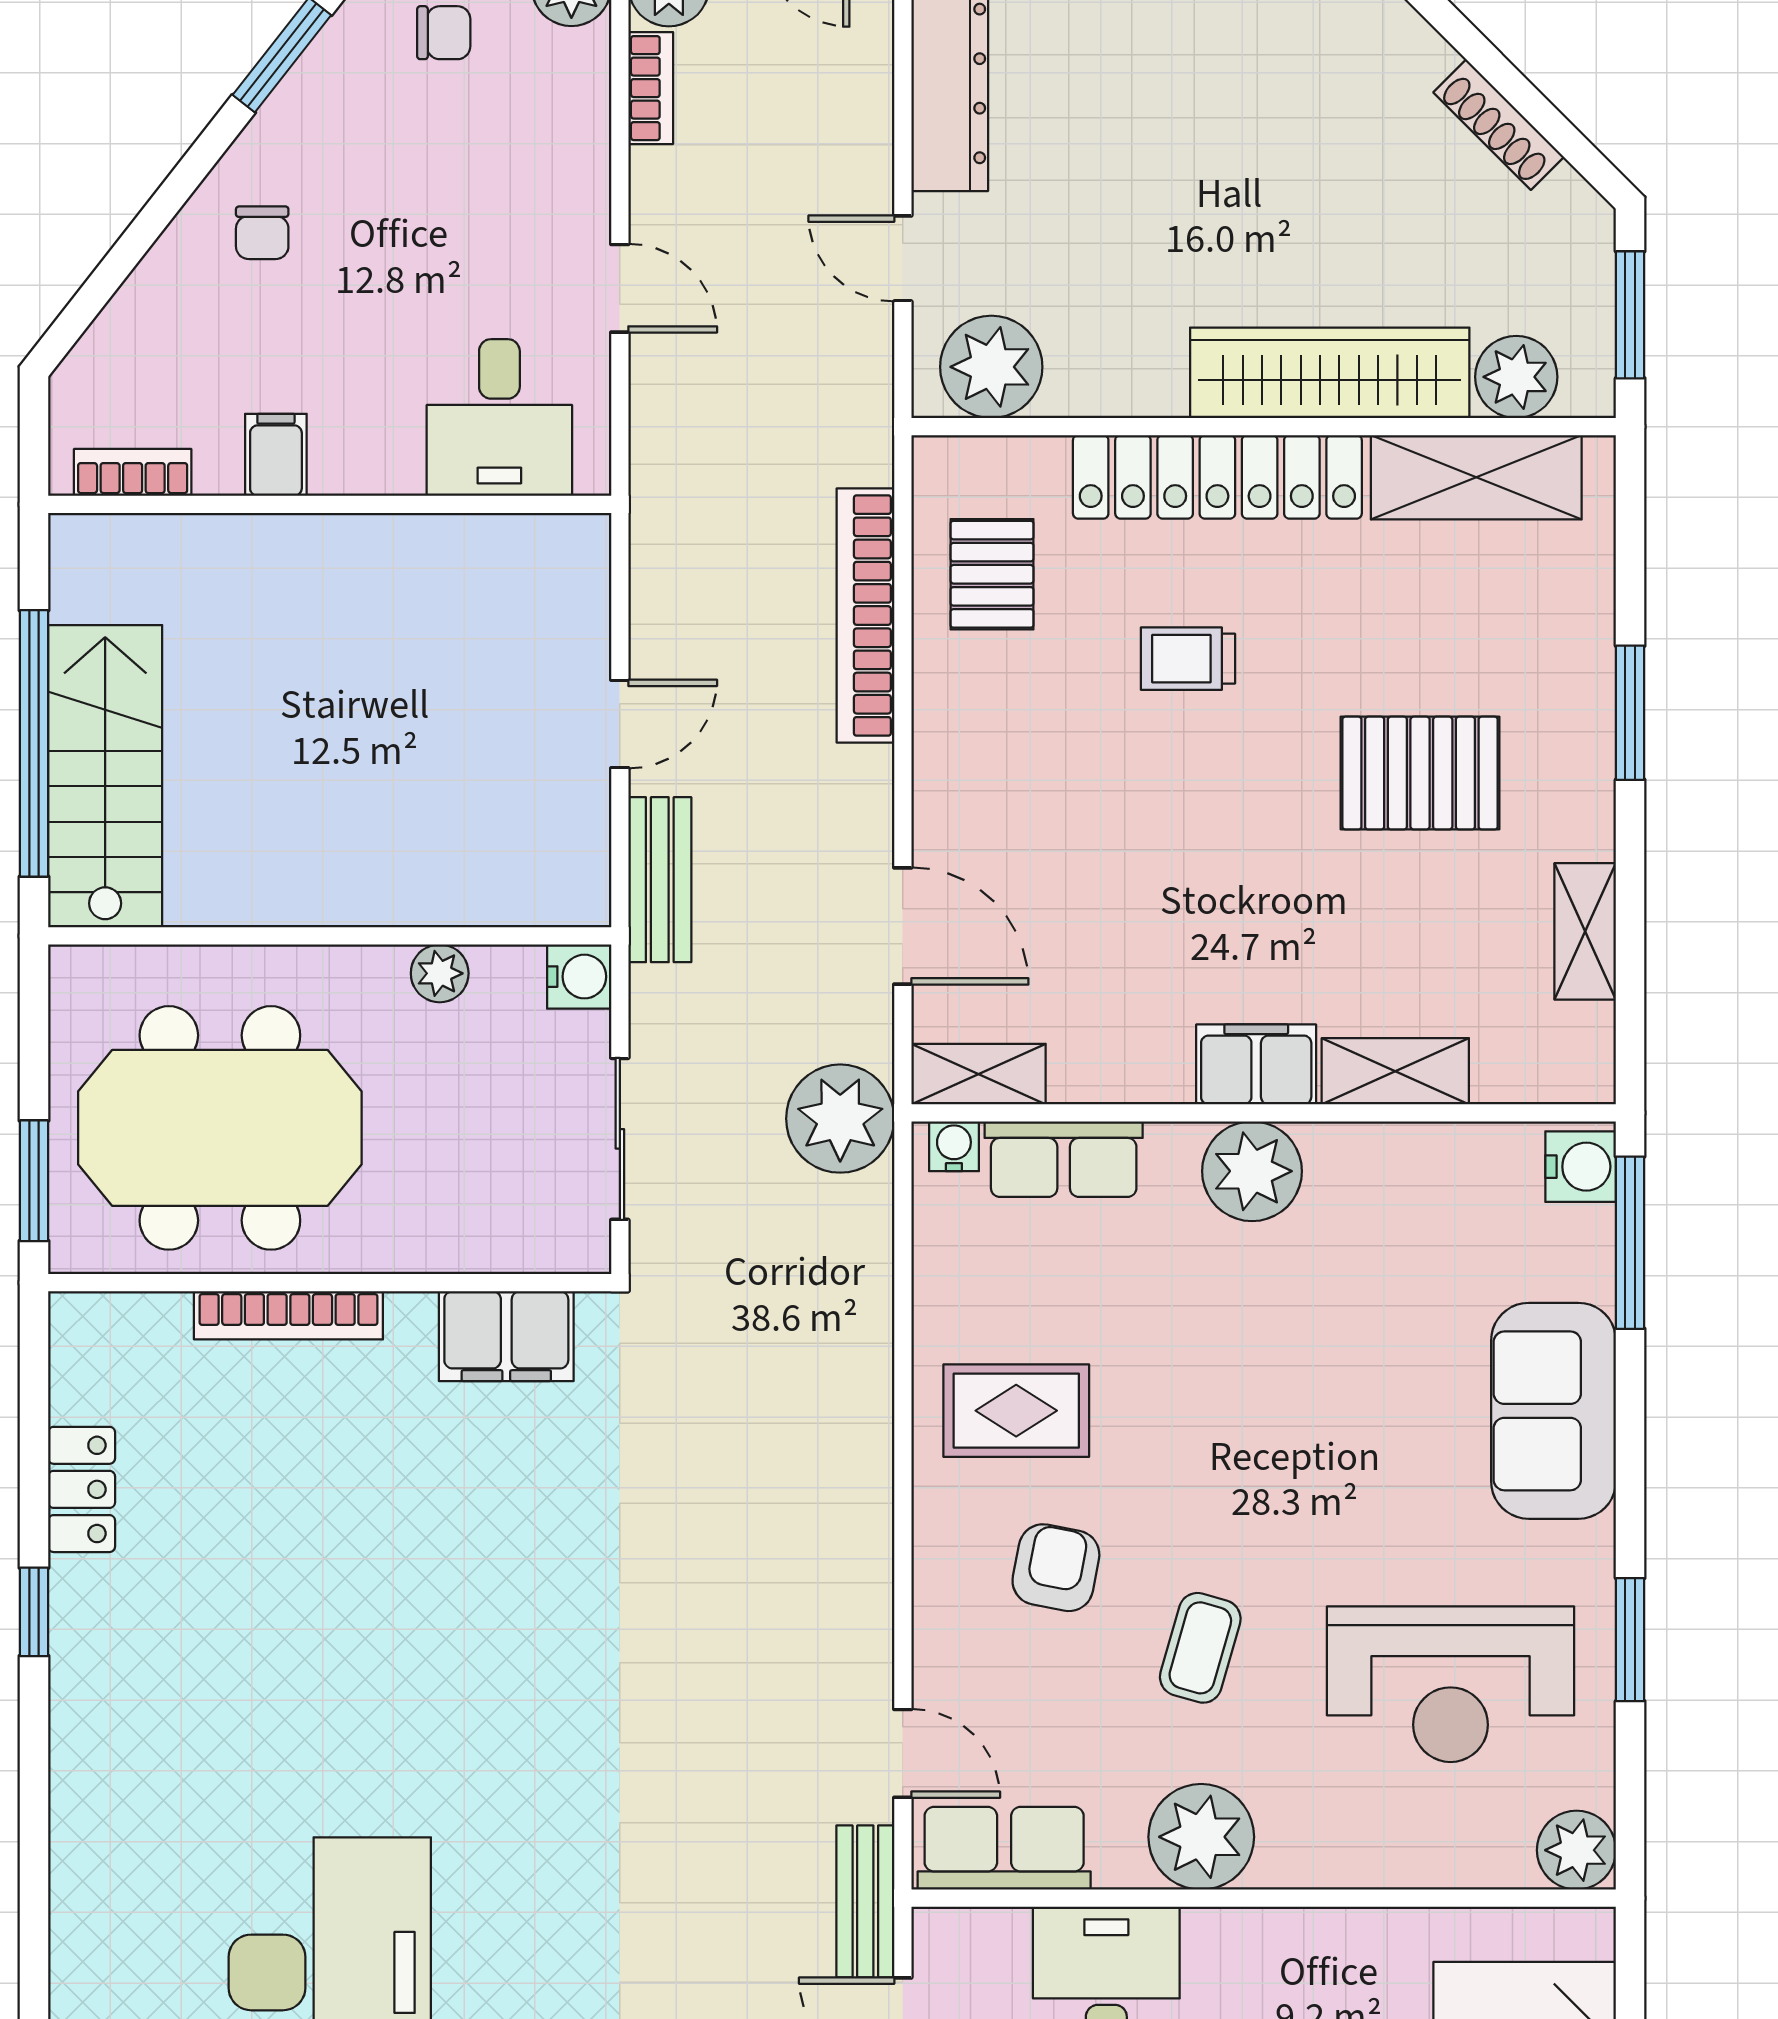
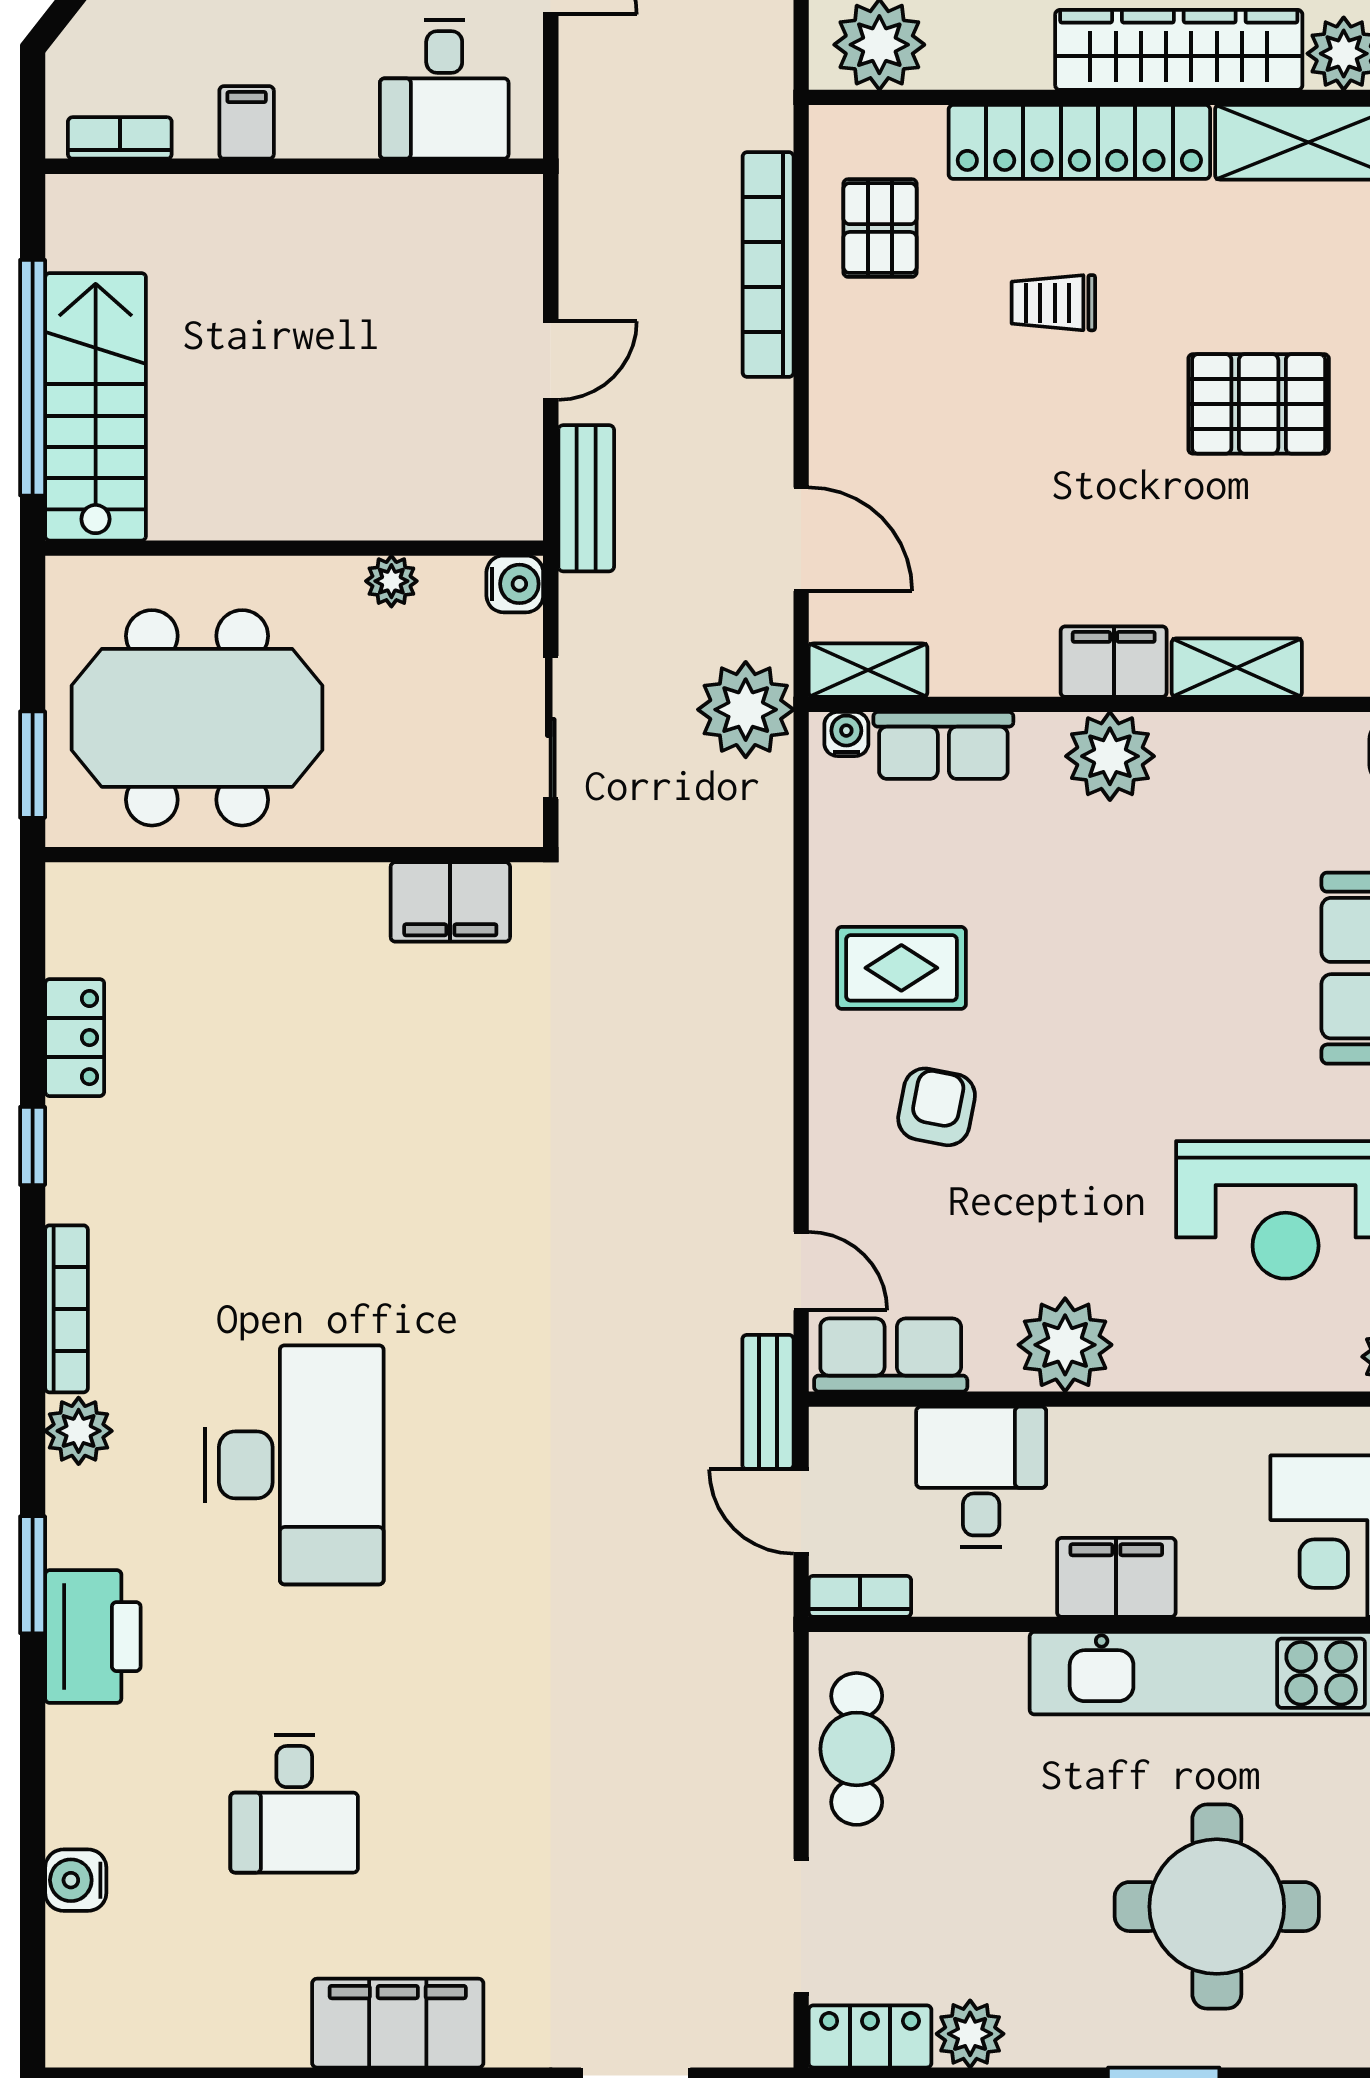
bookcase: (288, 1315) -> (66, 1309), moved, turned -90
coffee table: (1200, 1648) -> (1064, 1178), removed
plant: (86, 1934) -> (79, 1431), added

